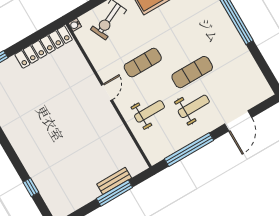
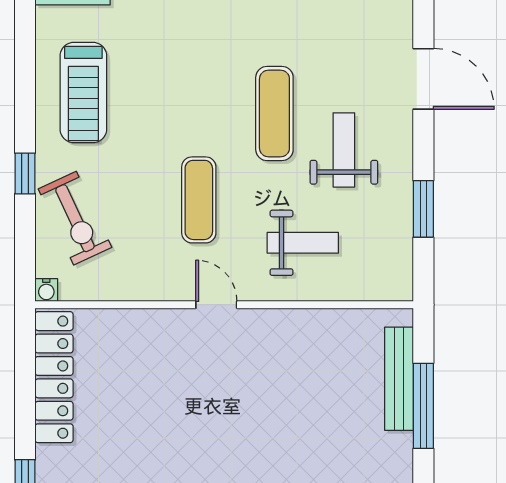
weight bench: (149, 111) -> (303, 243), turned 90
window: (189, 150) -> (423, 209), width x0.47
bench: (114, 181) -> (399, 379), width x1.36

